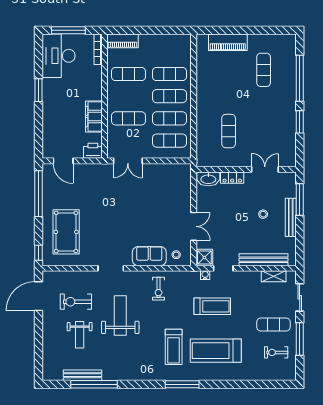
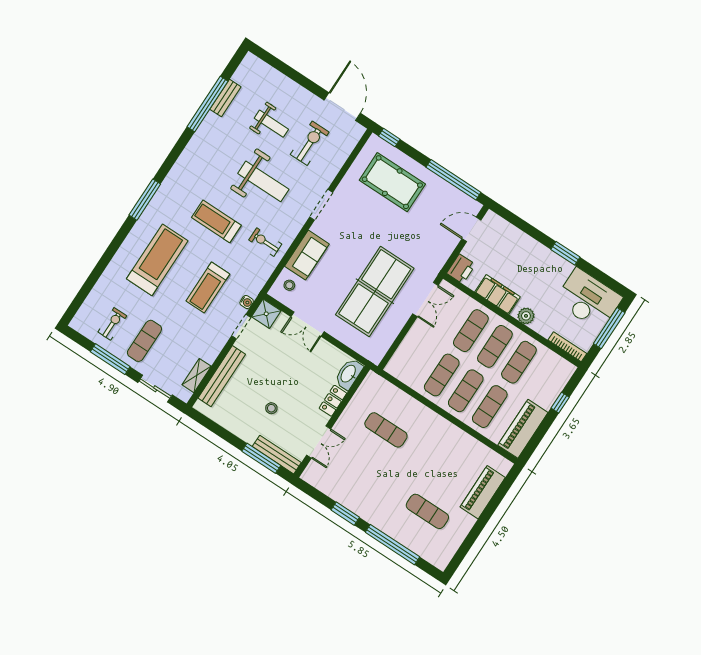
window: (137, 30) -> (560, 403), added
piano: (123, 41) -> (523, 429), moved, width x1.37, depth x1.33
plant: (96, 89) -> (526, 316), added
exercise mat: (170, 141) -> (495, 346), moved
double door: (128, 161) -> (425, 300), swing flipped
table tennis table: (144, 197) -> (375, 291), added
bench: (291, 217) -> (277, 455), moved
weight bench: (80, 335) -> (271, 124), turned 180
treadmill: (174, 347) -> (216, 221), moved
bench: (82, 375) -> (225, 98), width x0.73

